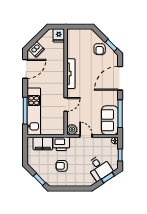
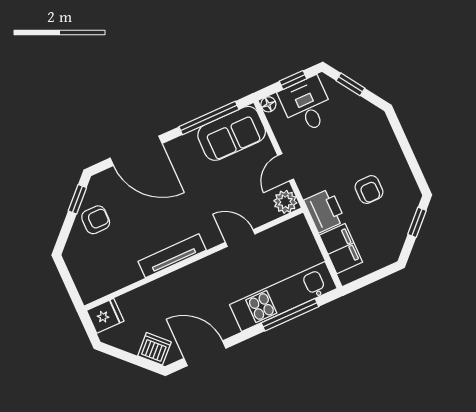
desk: (99, 168) -> (307, 105), moved, turned -57

